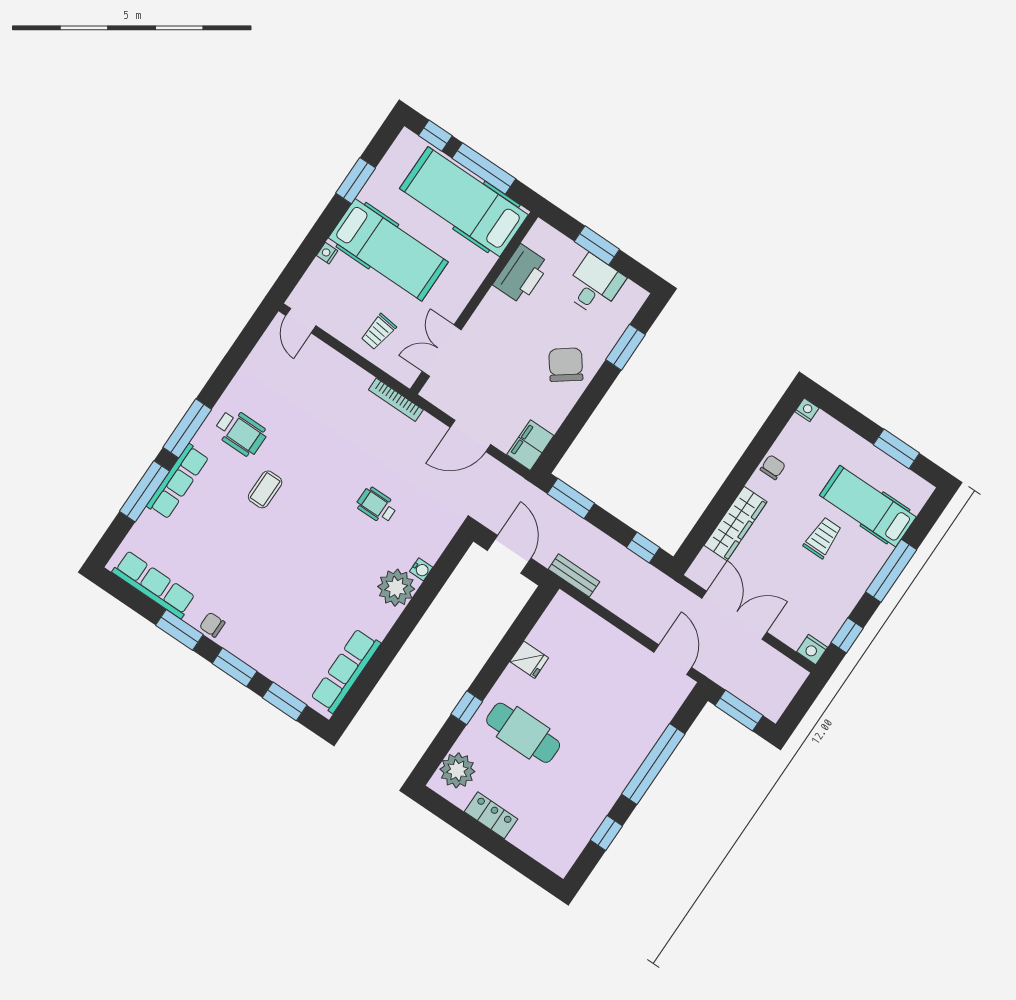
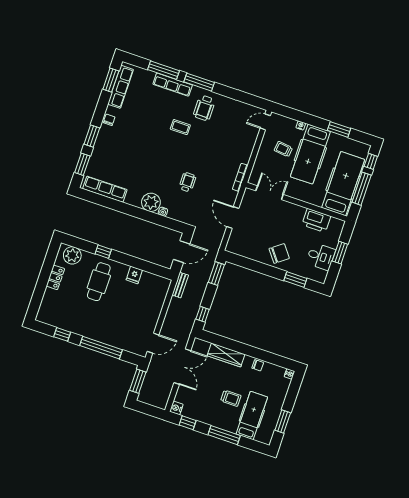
trolley: (378, 332) -> (283, 149), moved
filing cabinet: (530, 445) -> (236, 247), removed
window: (179, 630) -> (111, 80), moved

